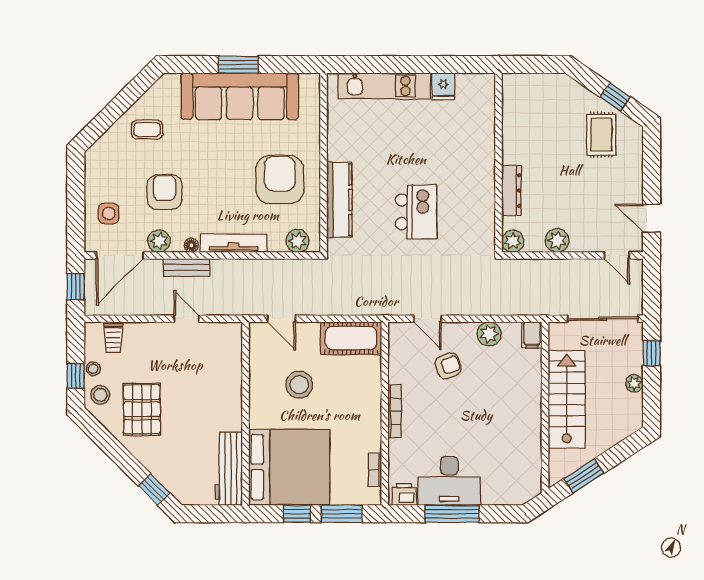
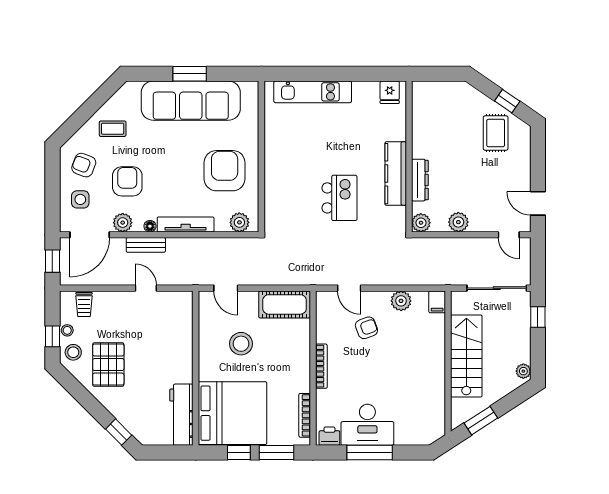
fridge: (443, 86) -> (390, 92), moved
armchair: (113, 173) -> (84, 165), added
kitchen counter: (339, 200) -> (396, 174), moved, turned 180
plant: (634, 383) -> (523, 371), moved
bookcase: (375, 470) -> (305, 415), width x1.56

